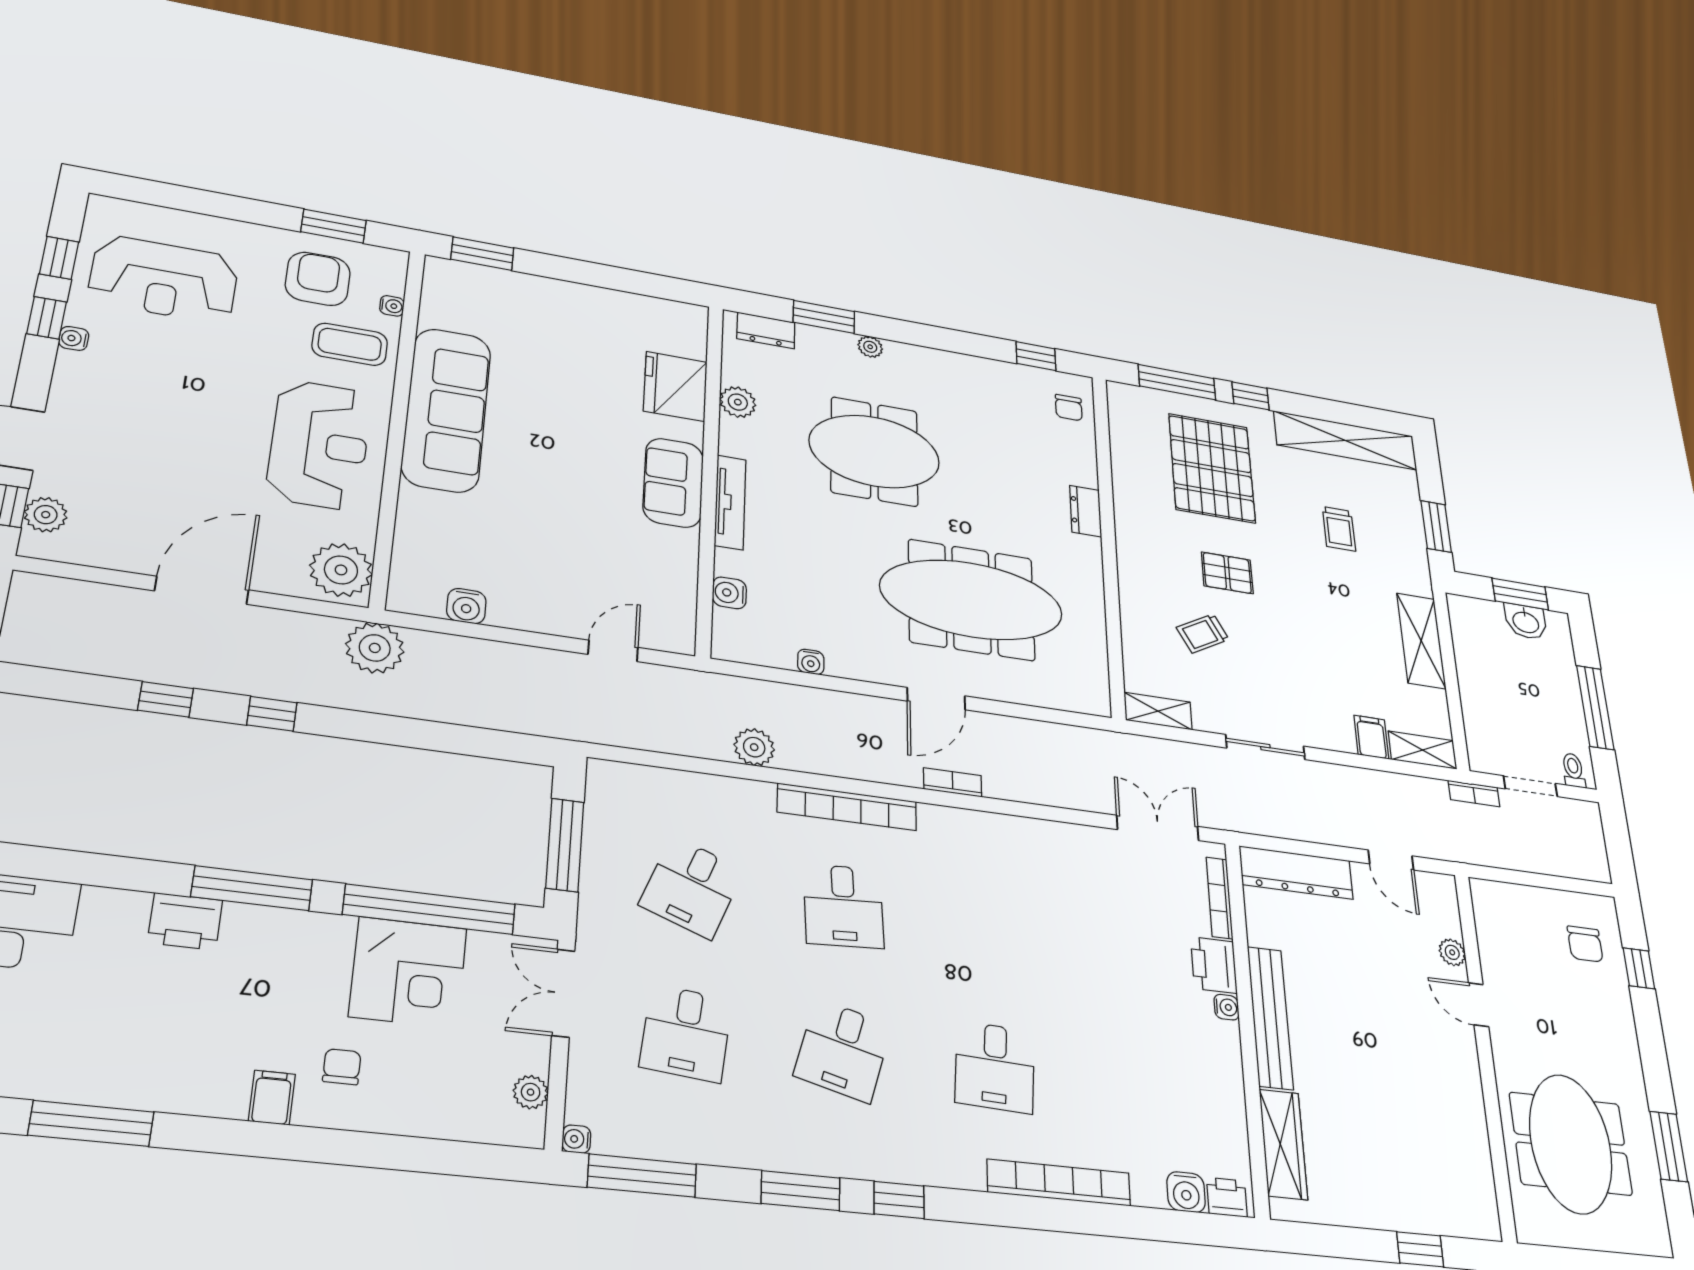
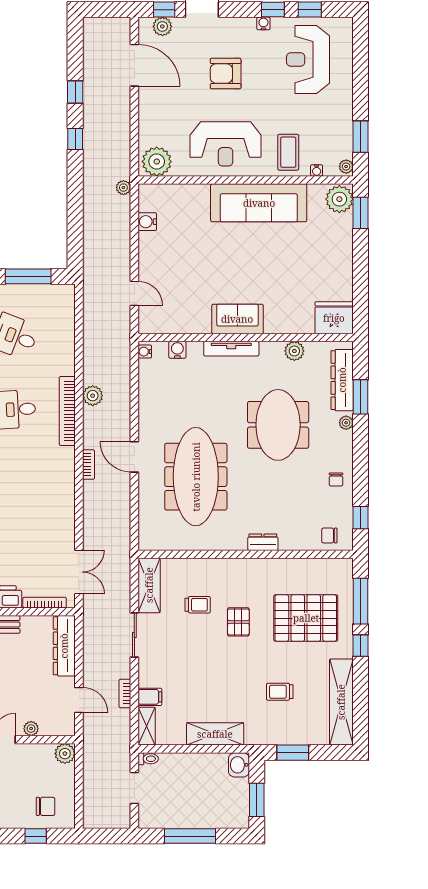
plant: (390, 259) -> (346, 167), added
armchair: (318, 279) -> (226, 74), moved, turned 180
plant: (452, 281) -> (339, 199), added
dresser: (766, 330) -> (342, 380), width x1.96, depth x1.24
chair: (971, 380) -> (336, 479), added
fridge: (675, 386) -> (334, 318), moved
door: (202, 590) -> (134, 65), moved
washbasin: (1526, 621) -> (239, 765), moved
trolley: (1203, 633) -> (198, 605), turned 119
plant: (375, 648) -> (123, 188), width x0.53, depth x0.53
water cooler: (811, 662) -> (145, 352), moved
shelving: (1158, 711) -> (149, 585), width x1.50, depth x1.33
plant: (754, 747) -> (93, 396), moved
toilet: (1573, 770) -> (148, 759), moved
bookcase: (1474, 793) -> (125, 693), moved
door: (1391, 860) -> (79, 700), swing flipped
plant: (1488, 897) -> (65, 754), added
chair: (1585, 944) -> (45, 806), turned 180

